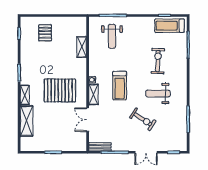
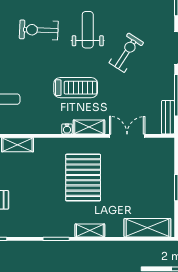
weight bench: (158, 94) -> (88, 30), turned 180
double door: (88, 120) -> (127, 136), swing flipped
shelving: (27, 121) -> (147, 228), moved

